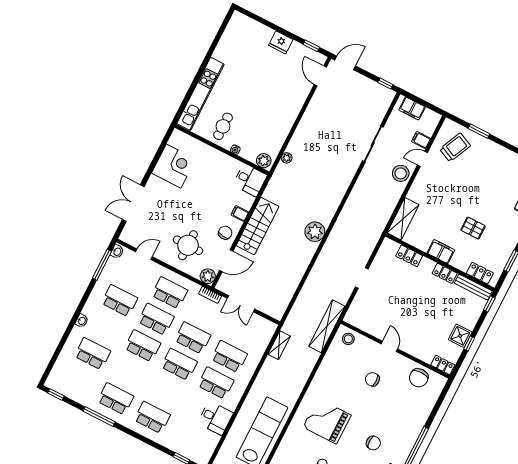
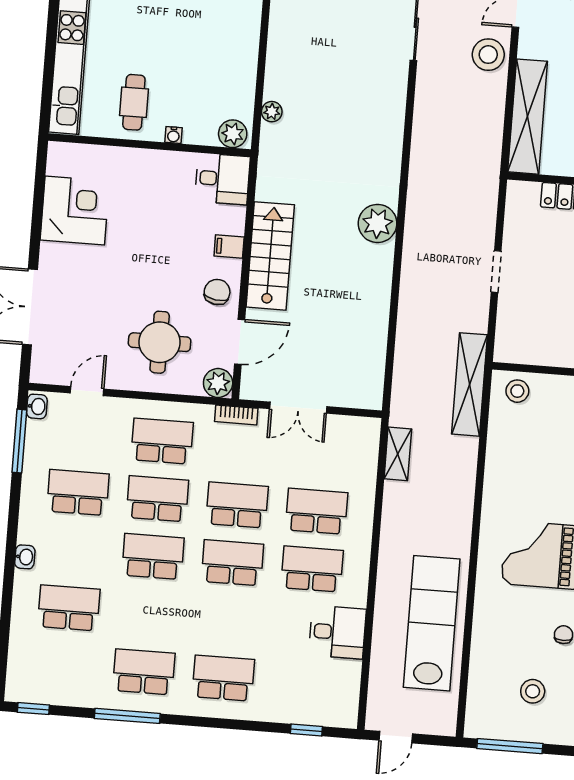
shelving: (403, 219) -> (528, 117), width x1.47

